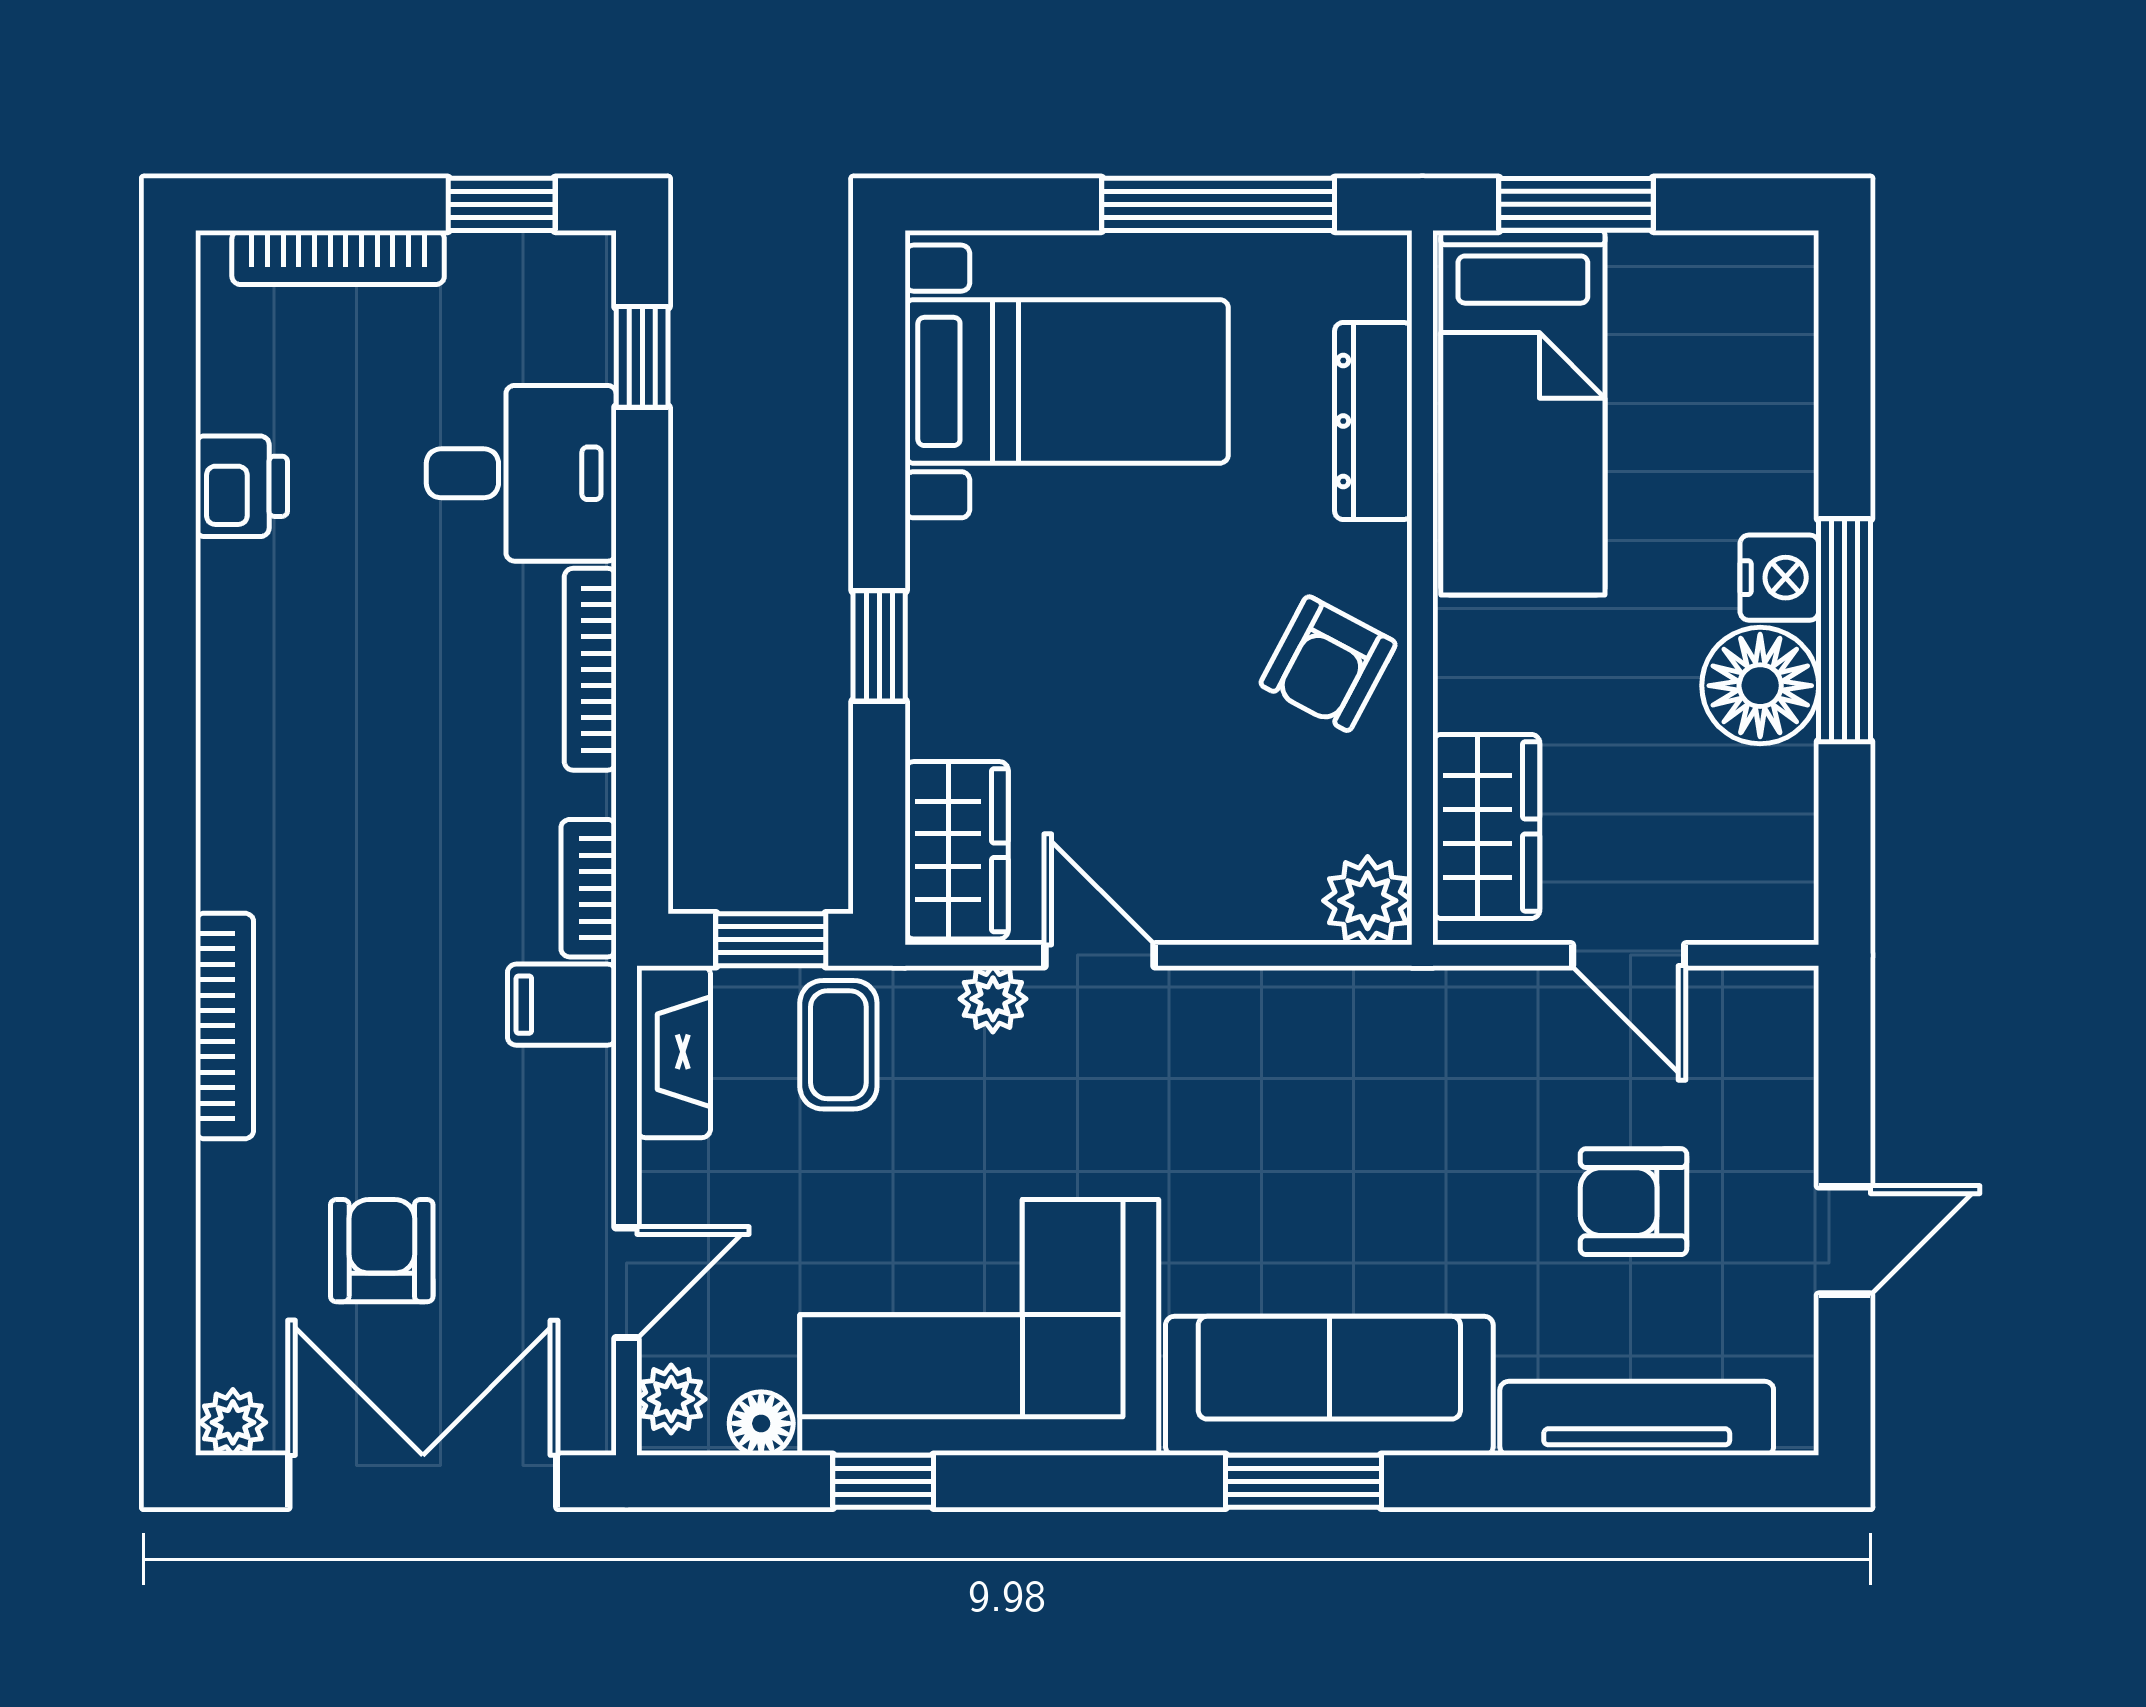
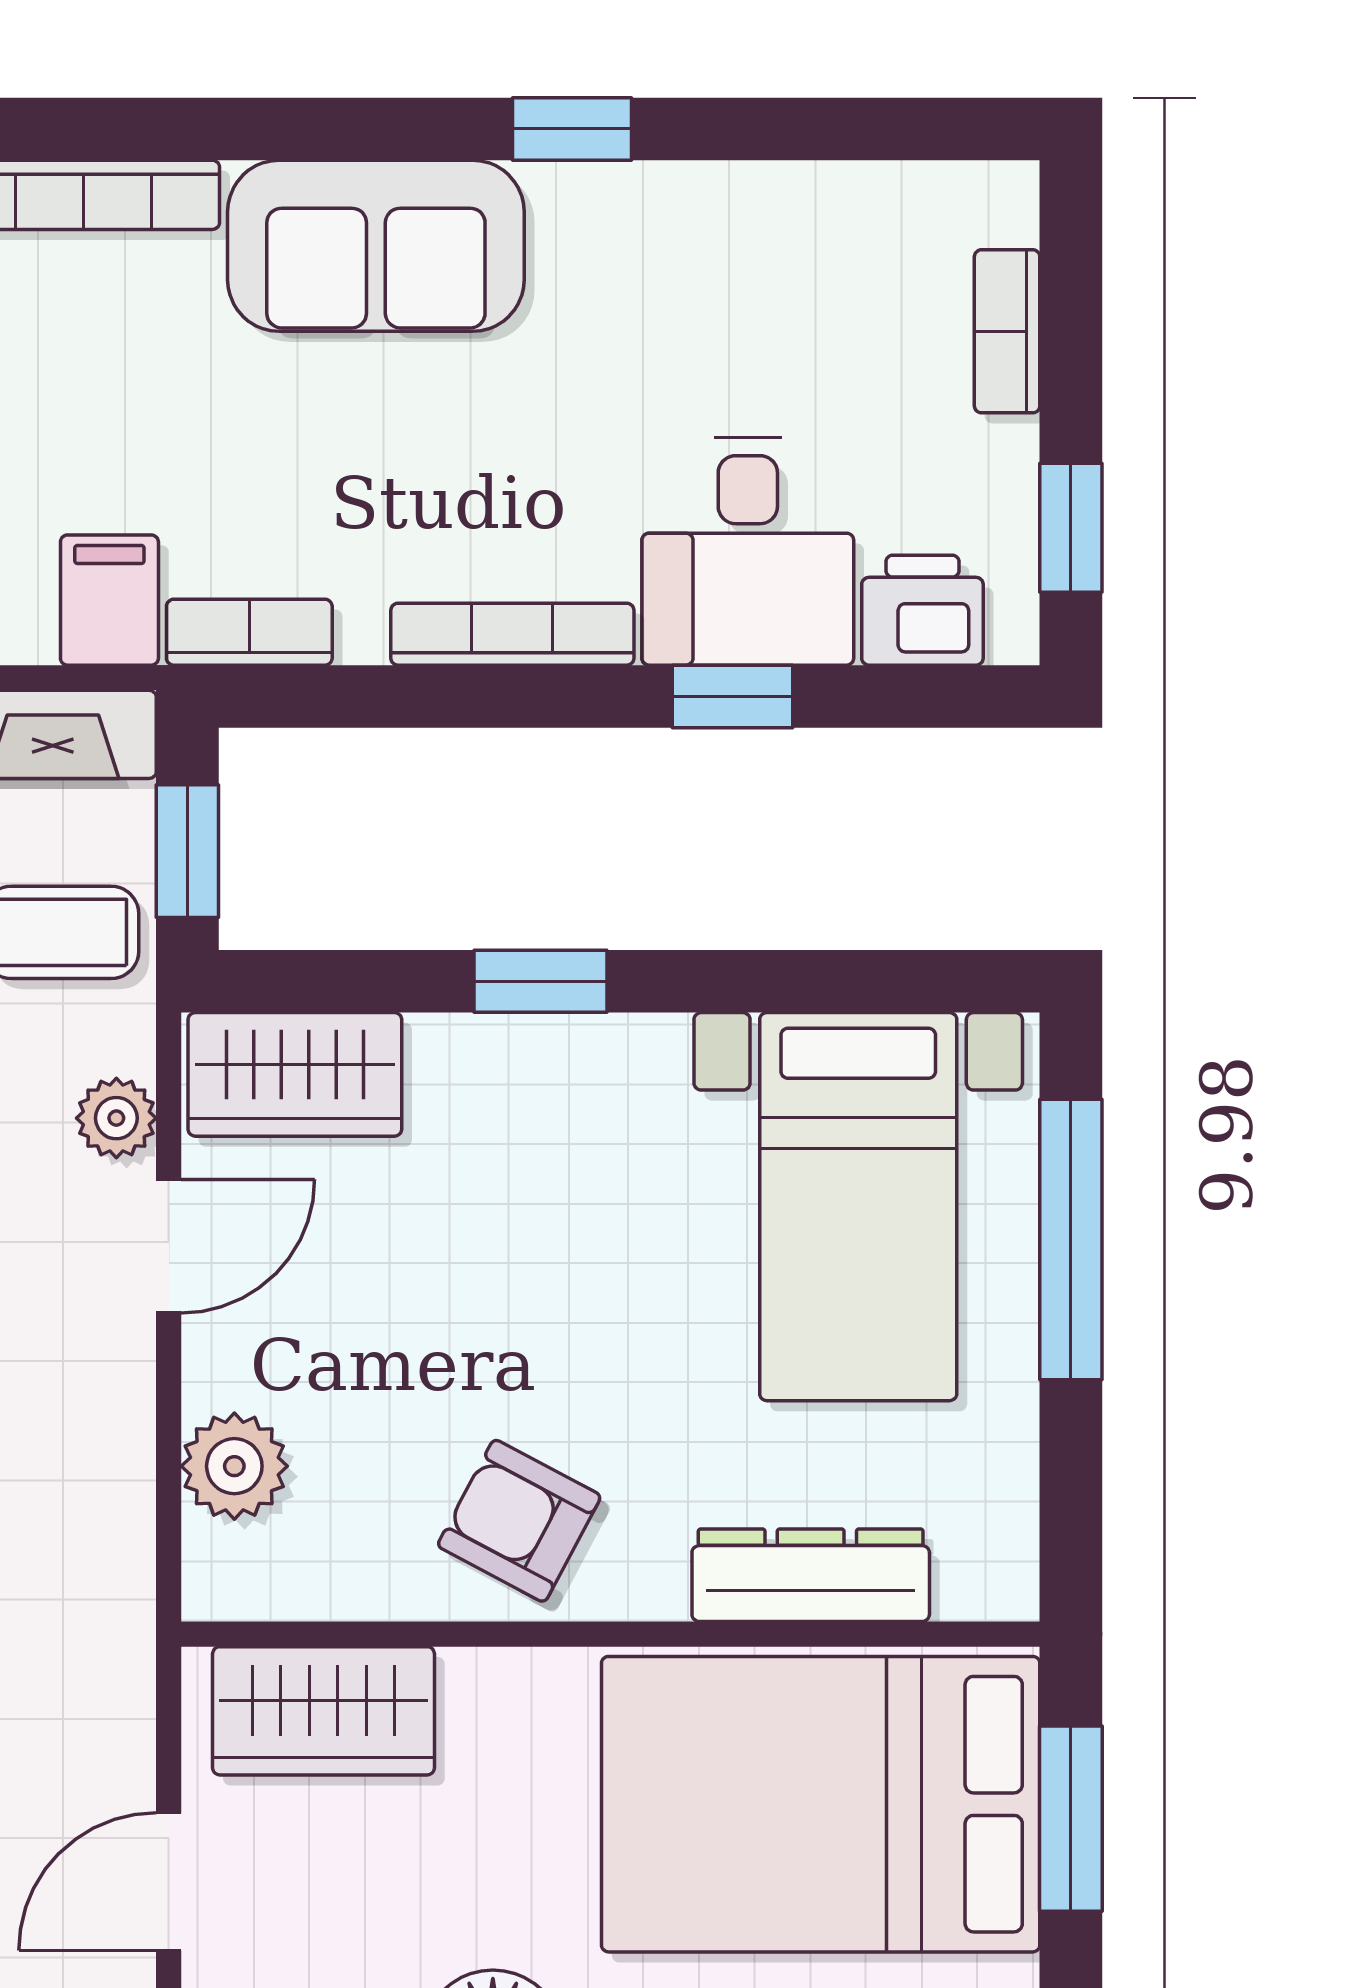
window: (1218, 204) -> (1071, 1240), moved
bookcase: (338, 258) -> (1007, 331), width x0.64
window: (642, 357) -> (732, 696), moved
bed: (1523, 413) -> (821, 1804), width x1.50
printer: (242, 486) -> (922, 610), moved, turned 180
window: (170, 620) -> (572, 129), added
sofa: (267, 783) -> (376, 246), added
plant: (1368, 901) -> (234, 1466), moved

